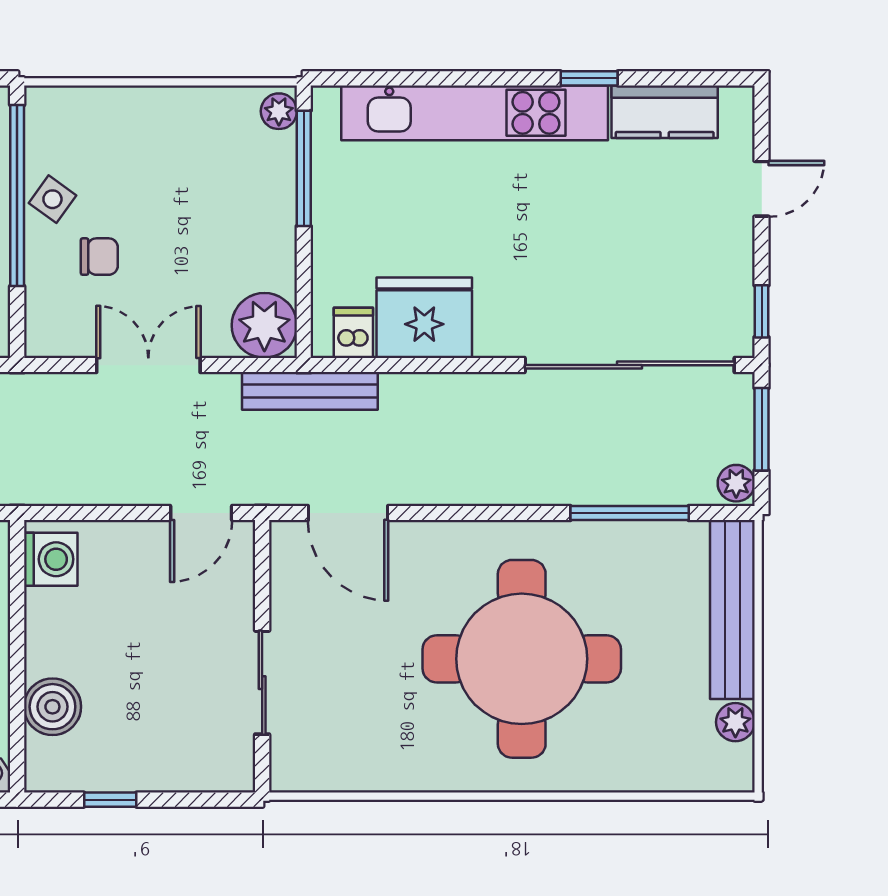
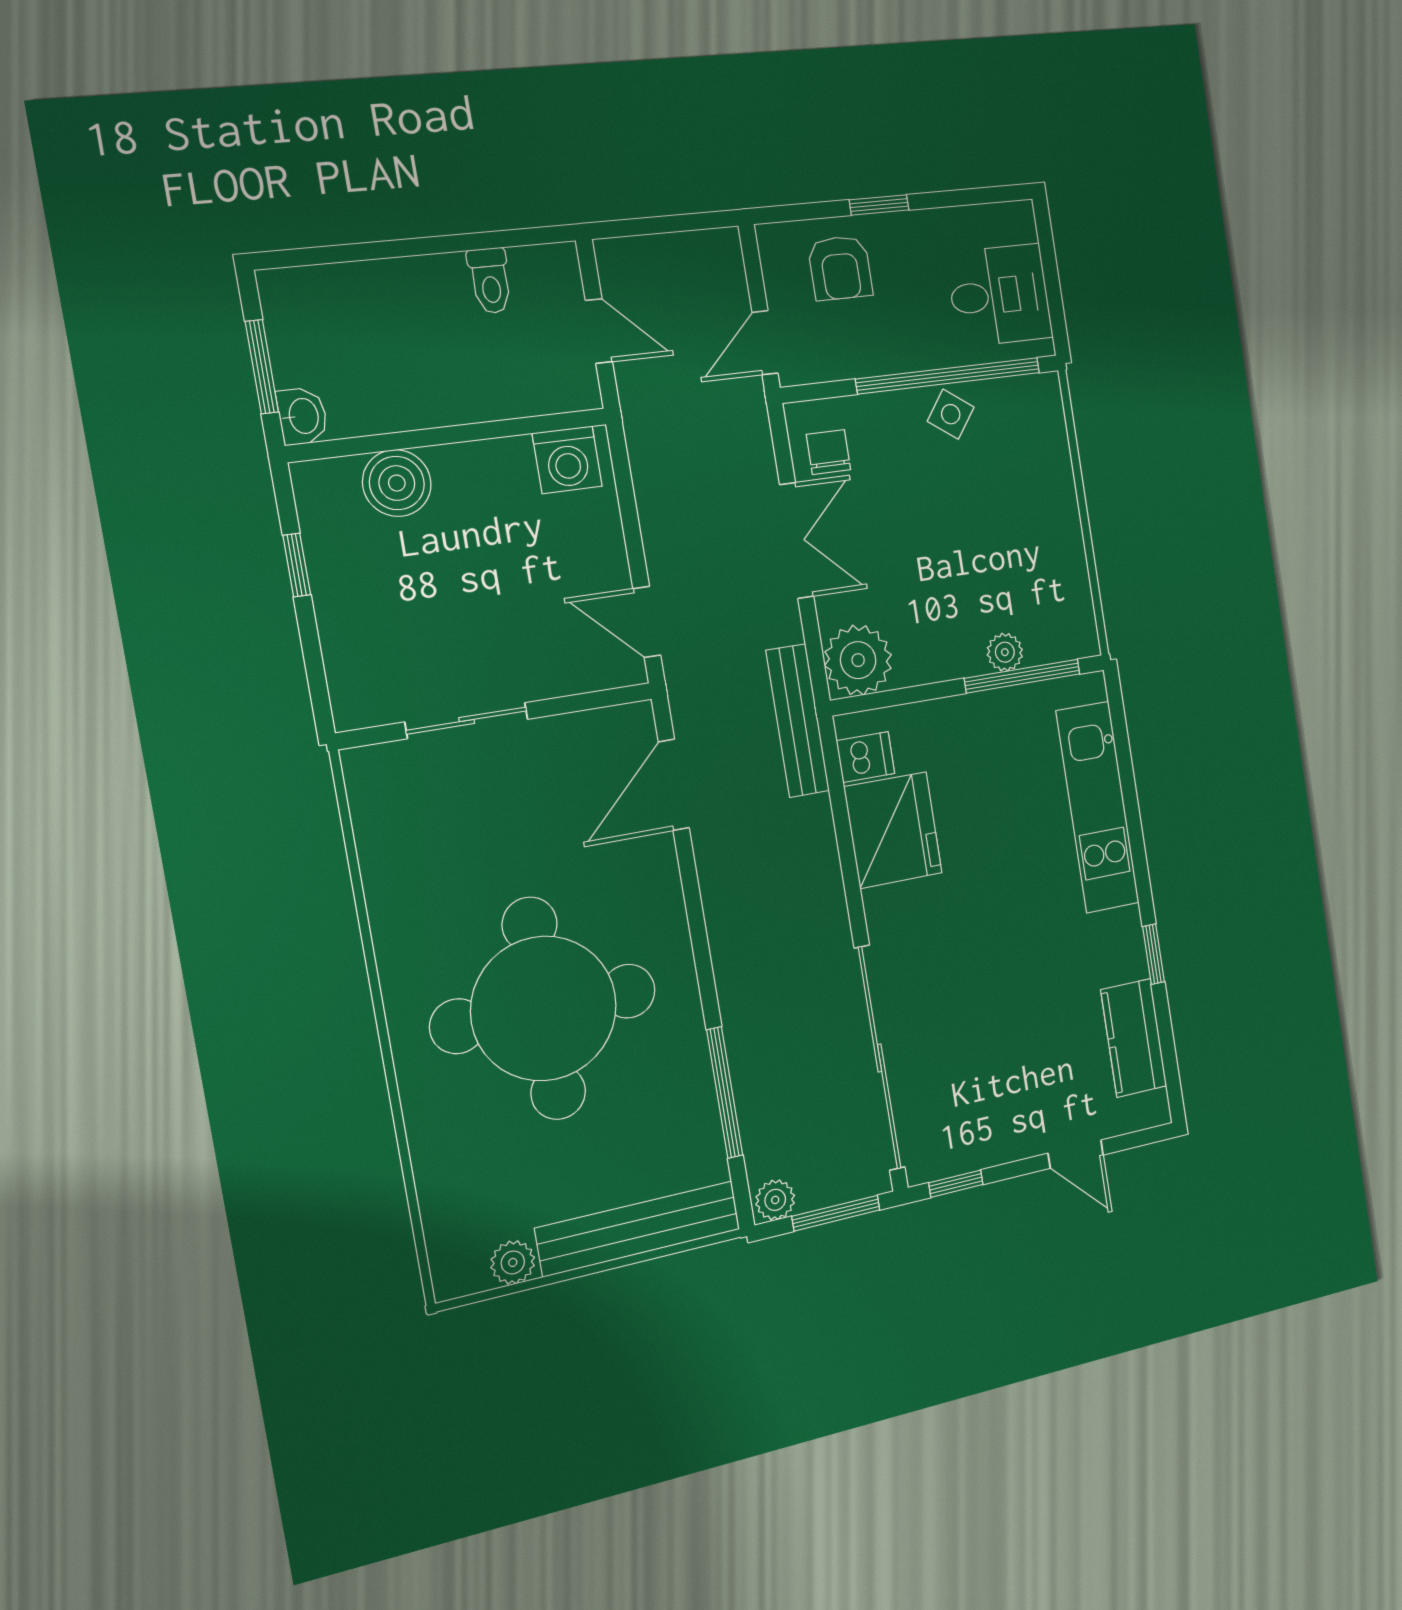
plant: (279, 111) -> (1005, 652), moved
kitchen unit: (475, 113) -> (1098, 807), width x0.73
chair: (99, 257) -> (828, 452), moved, turned 180

